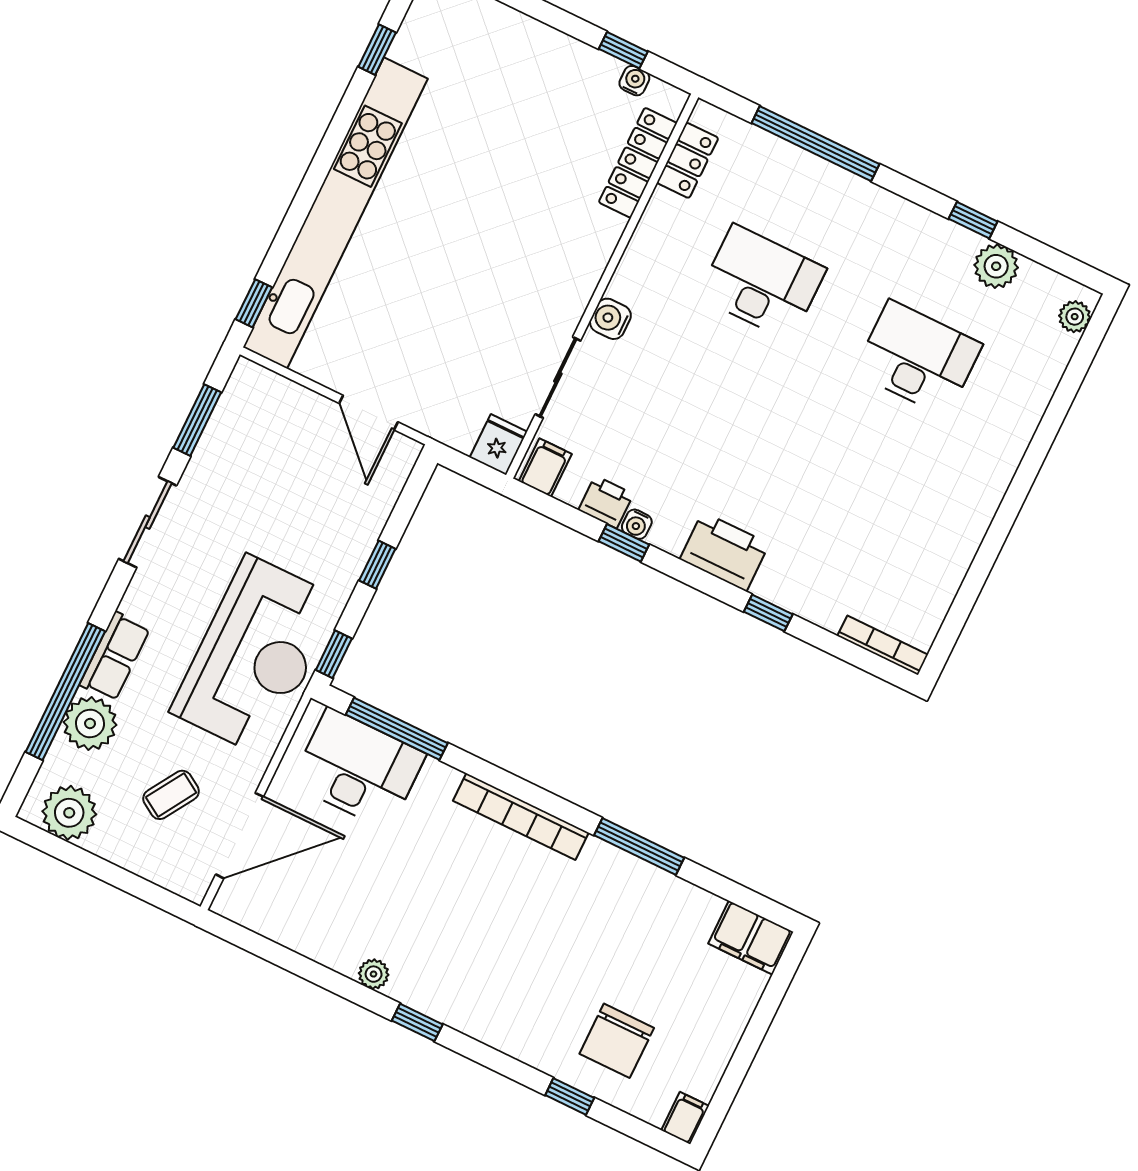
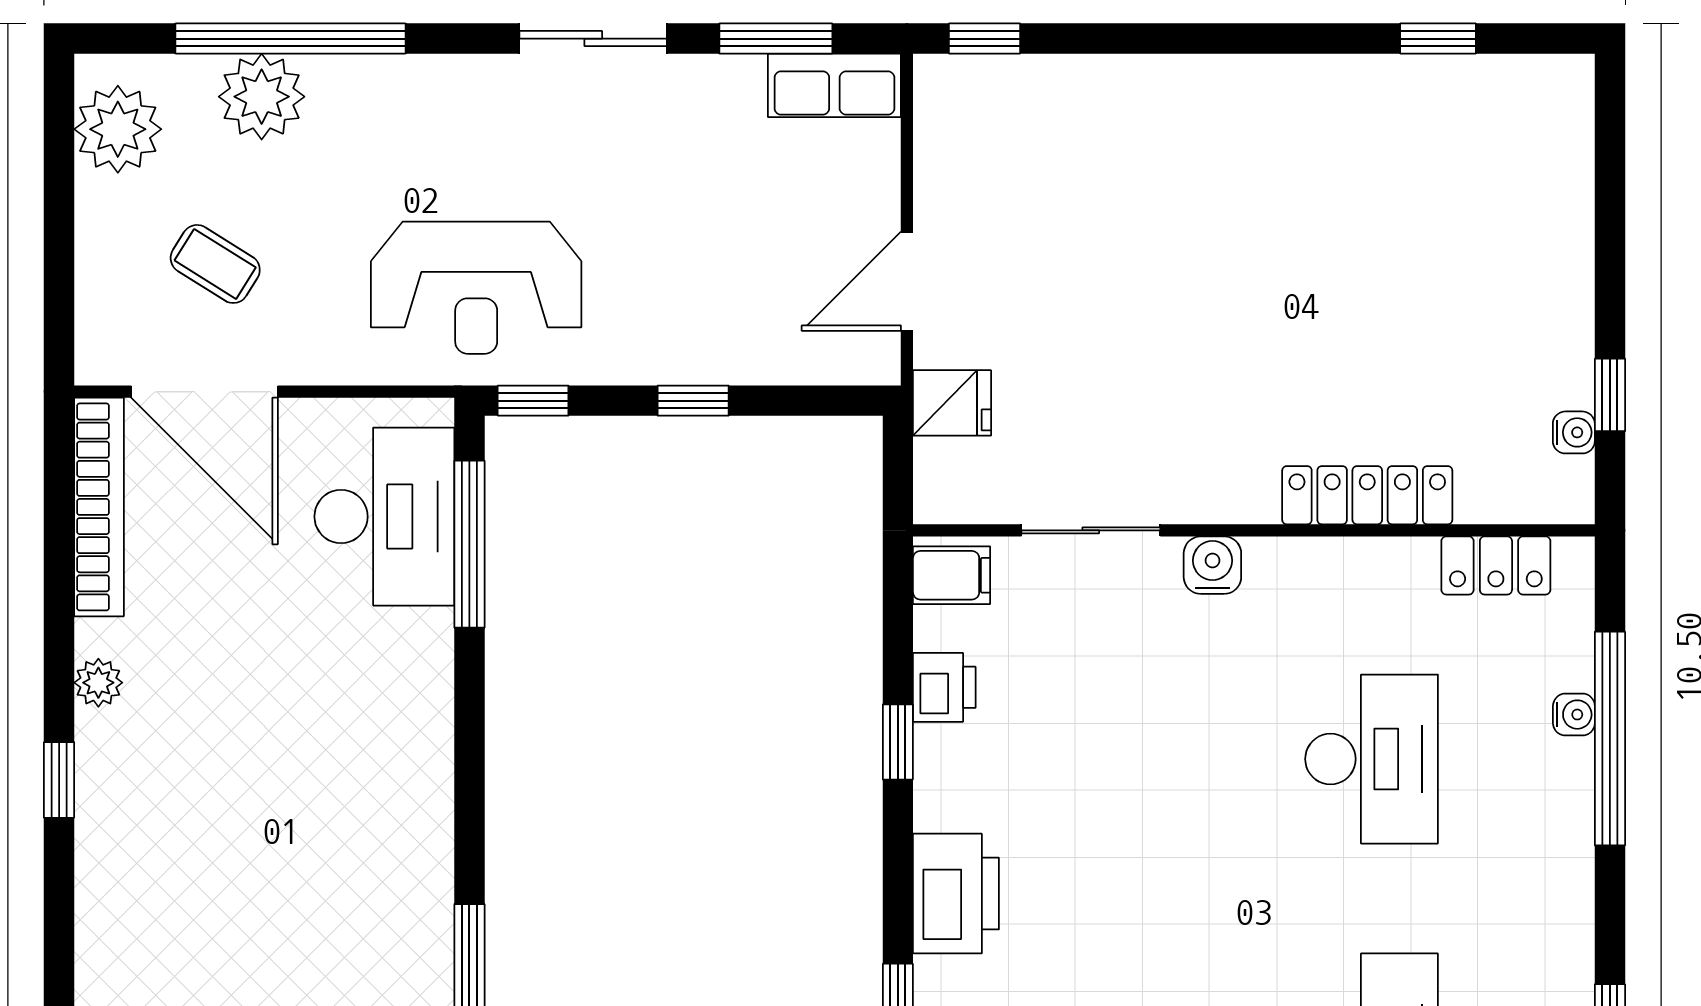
locker: (638, 163) -> (1367, 495), moved
kitchen unit: (335, 213) -> (1172, 93), removed
fridge: (498, 445) -> (952, 403), moved
water cooler: (637, 524) -> (1574, 715), moved, turned 180
reception desk: (255, 655) -> (476, 288), width x0.74, depth x0.77
row of seats: (115, 657) -> (834, 85), moved
bookcase: (521, 817) -> (99, 507), moved, turned 180

